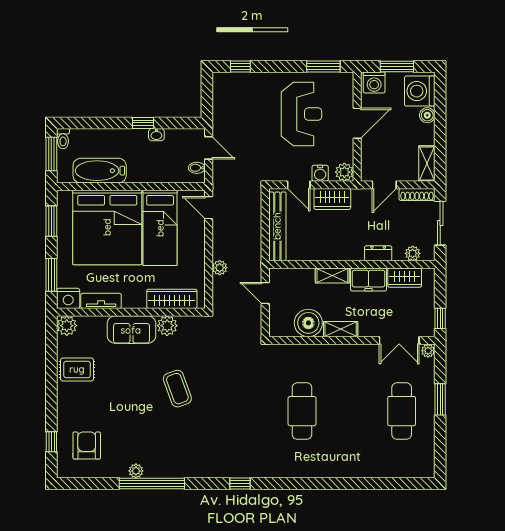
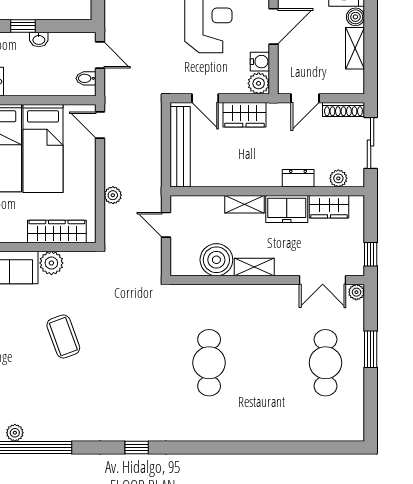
shelving: (427, 163) -> (355, 48), moved
water cooler: (320, 173) -> (260, 62), moved, turned -90

